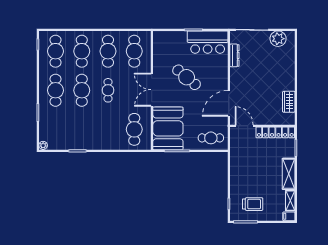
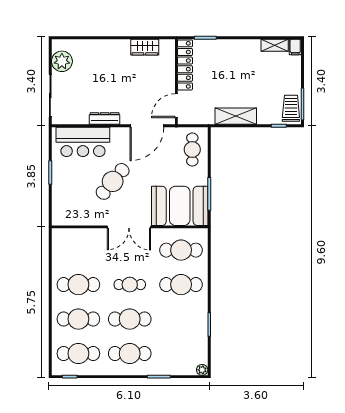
bar counter: (208, 42) -> (83, 142), moved, turned 90
cafe table: (134, 51) -> (181, 285), moved
dresser: (234, 55) -> (105, 119), moved
door: (229, 103) -> (147, 126), hinge flipped
shelving: (289, 174) -> (236, 116), moved
trolley: (253, 204) -> (291, 108), moved

